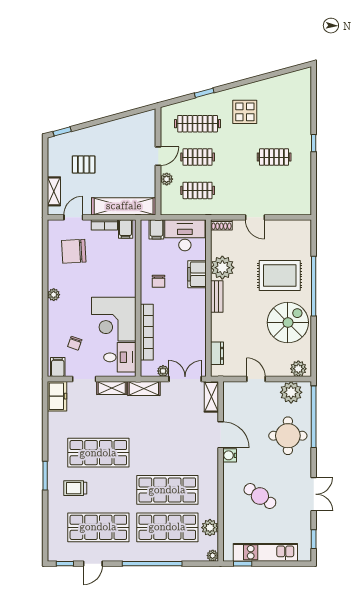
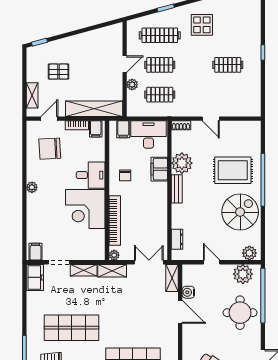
chair: (75, 343) -> (51, 230), removed
desk: (120, 357) -> (91, 175), moved
plant: (163, 371) -> (114, 255), moved
water cooler: (230, 455) -> (188, 292), moved

